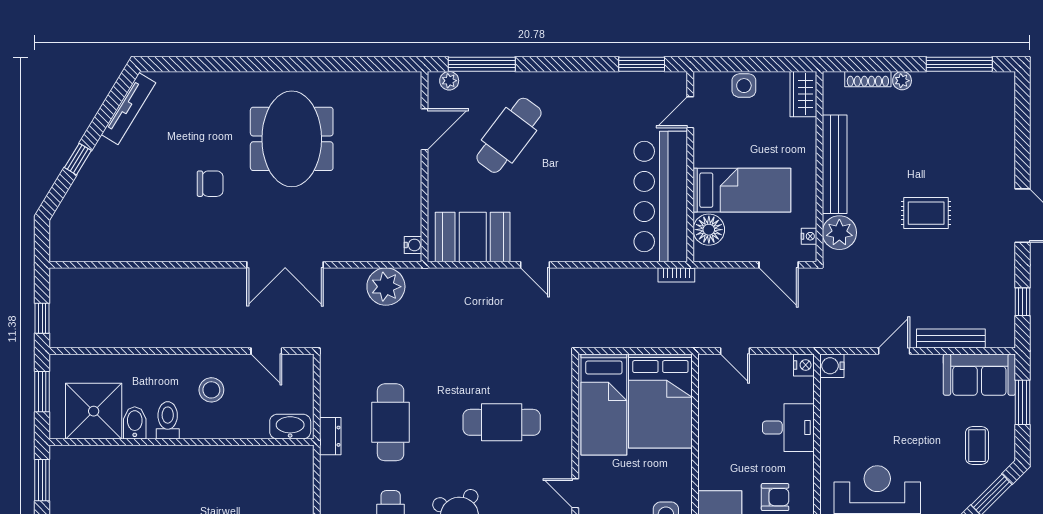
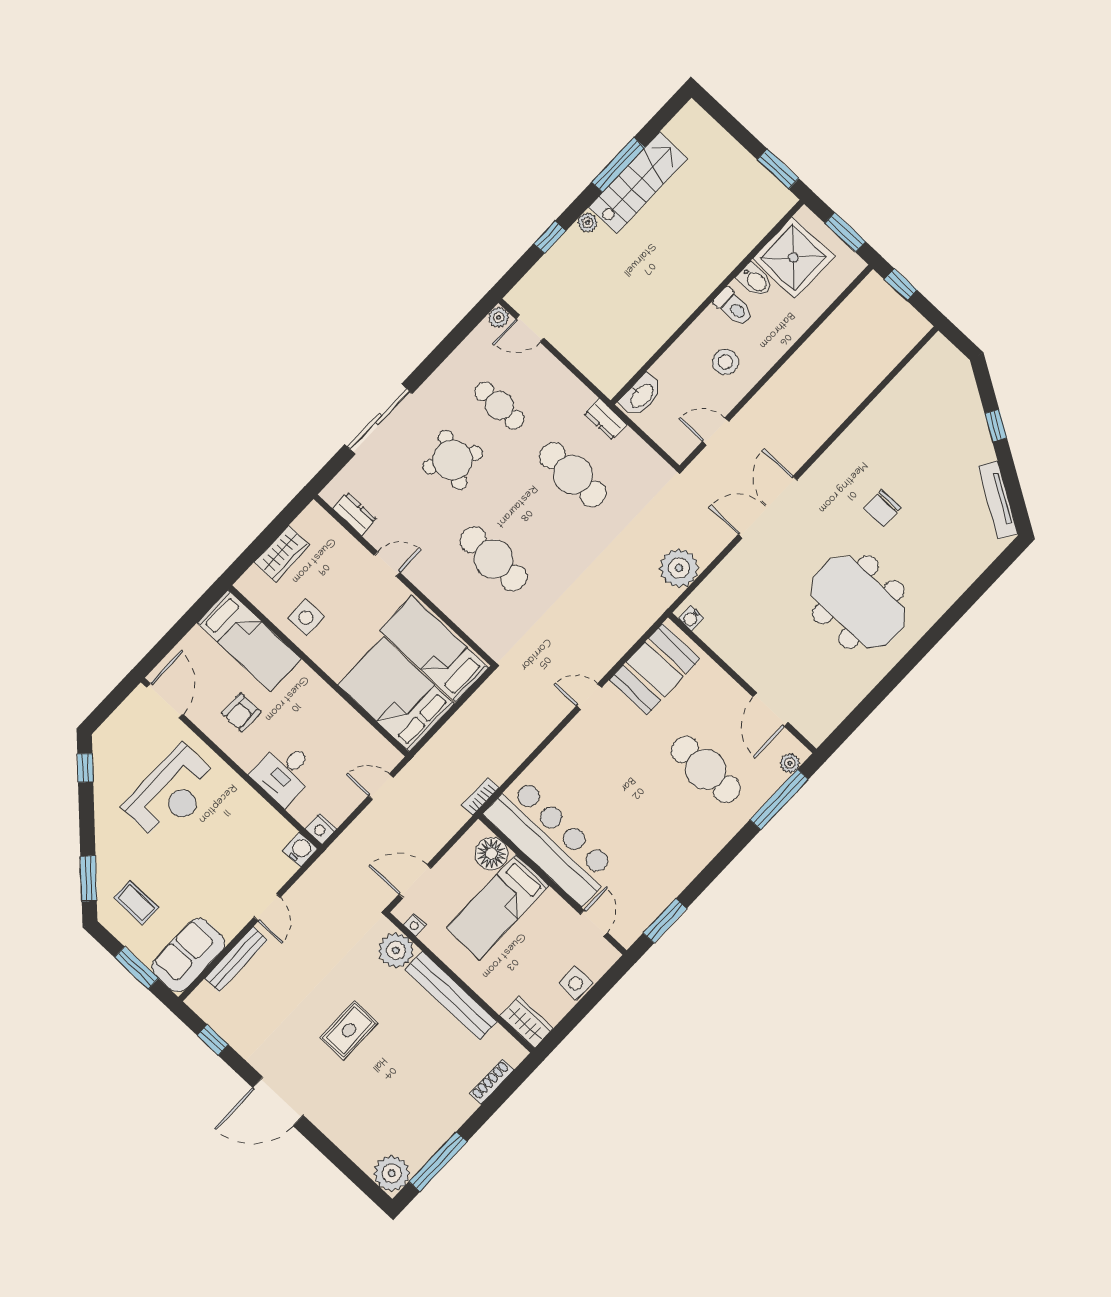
plant: (902, 81) -> (392, 1173), moved, width x1.87, depth x1.87
cafe table: (509, 135) -> (706, 769), turned -37
cafe table: (502, 422) -> (493, 559), turned 90

